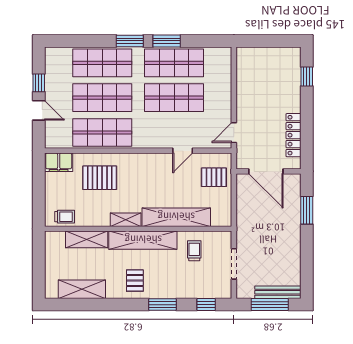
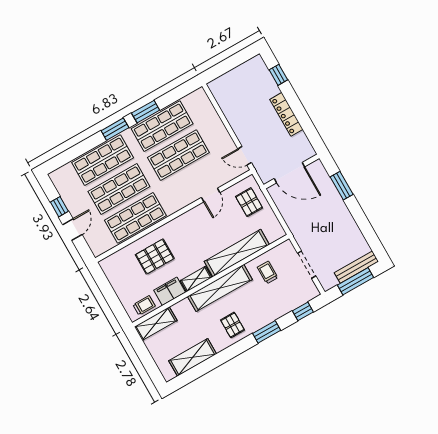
door: (39, 110) -> (72, 230), hinge flipped
door: (234, 133) -> (245, 156), hinge flipped
locker: (293, 135) -> (286, 114), moved
filing cabinet: (59, 162) -> (170, 291), moved, turned 180
pallet: (214, 177) -> (249, 202), turned 90
shelving: (87, 239) -> (156, 324), moved

